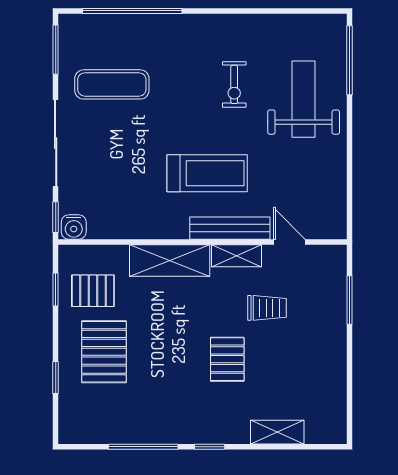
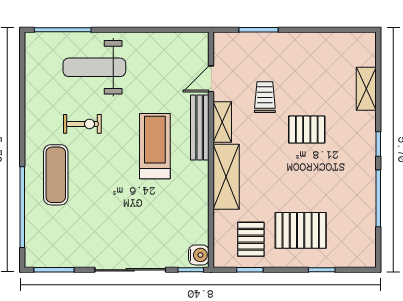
exercise mat: (112, 84) -> (56, 175), moved

